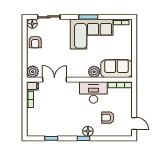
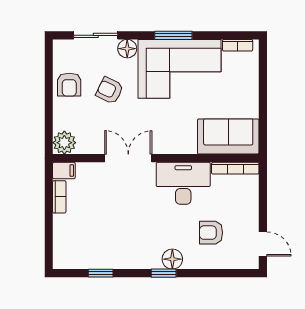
floor lamp: (32, 24) -> (127, 49), moved
armchair: (56, 45) -> (110, 90), added
plant: (94, 72) -> (185, 143), removed
double door: (54, 80) -> (128, 158), moved

